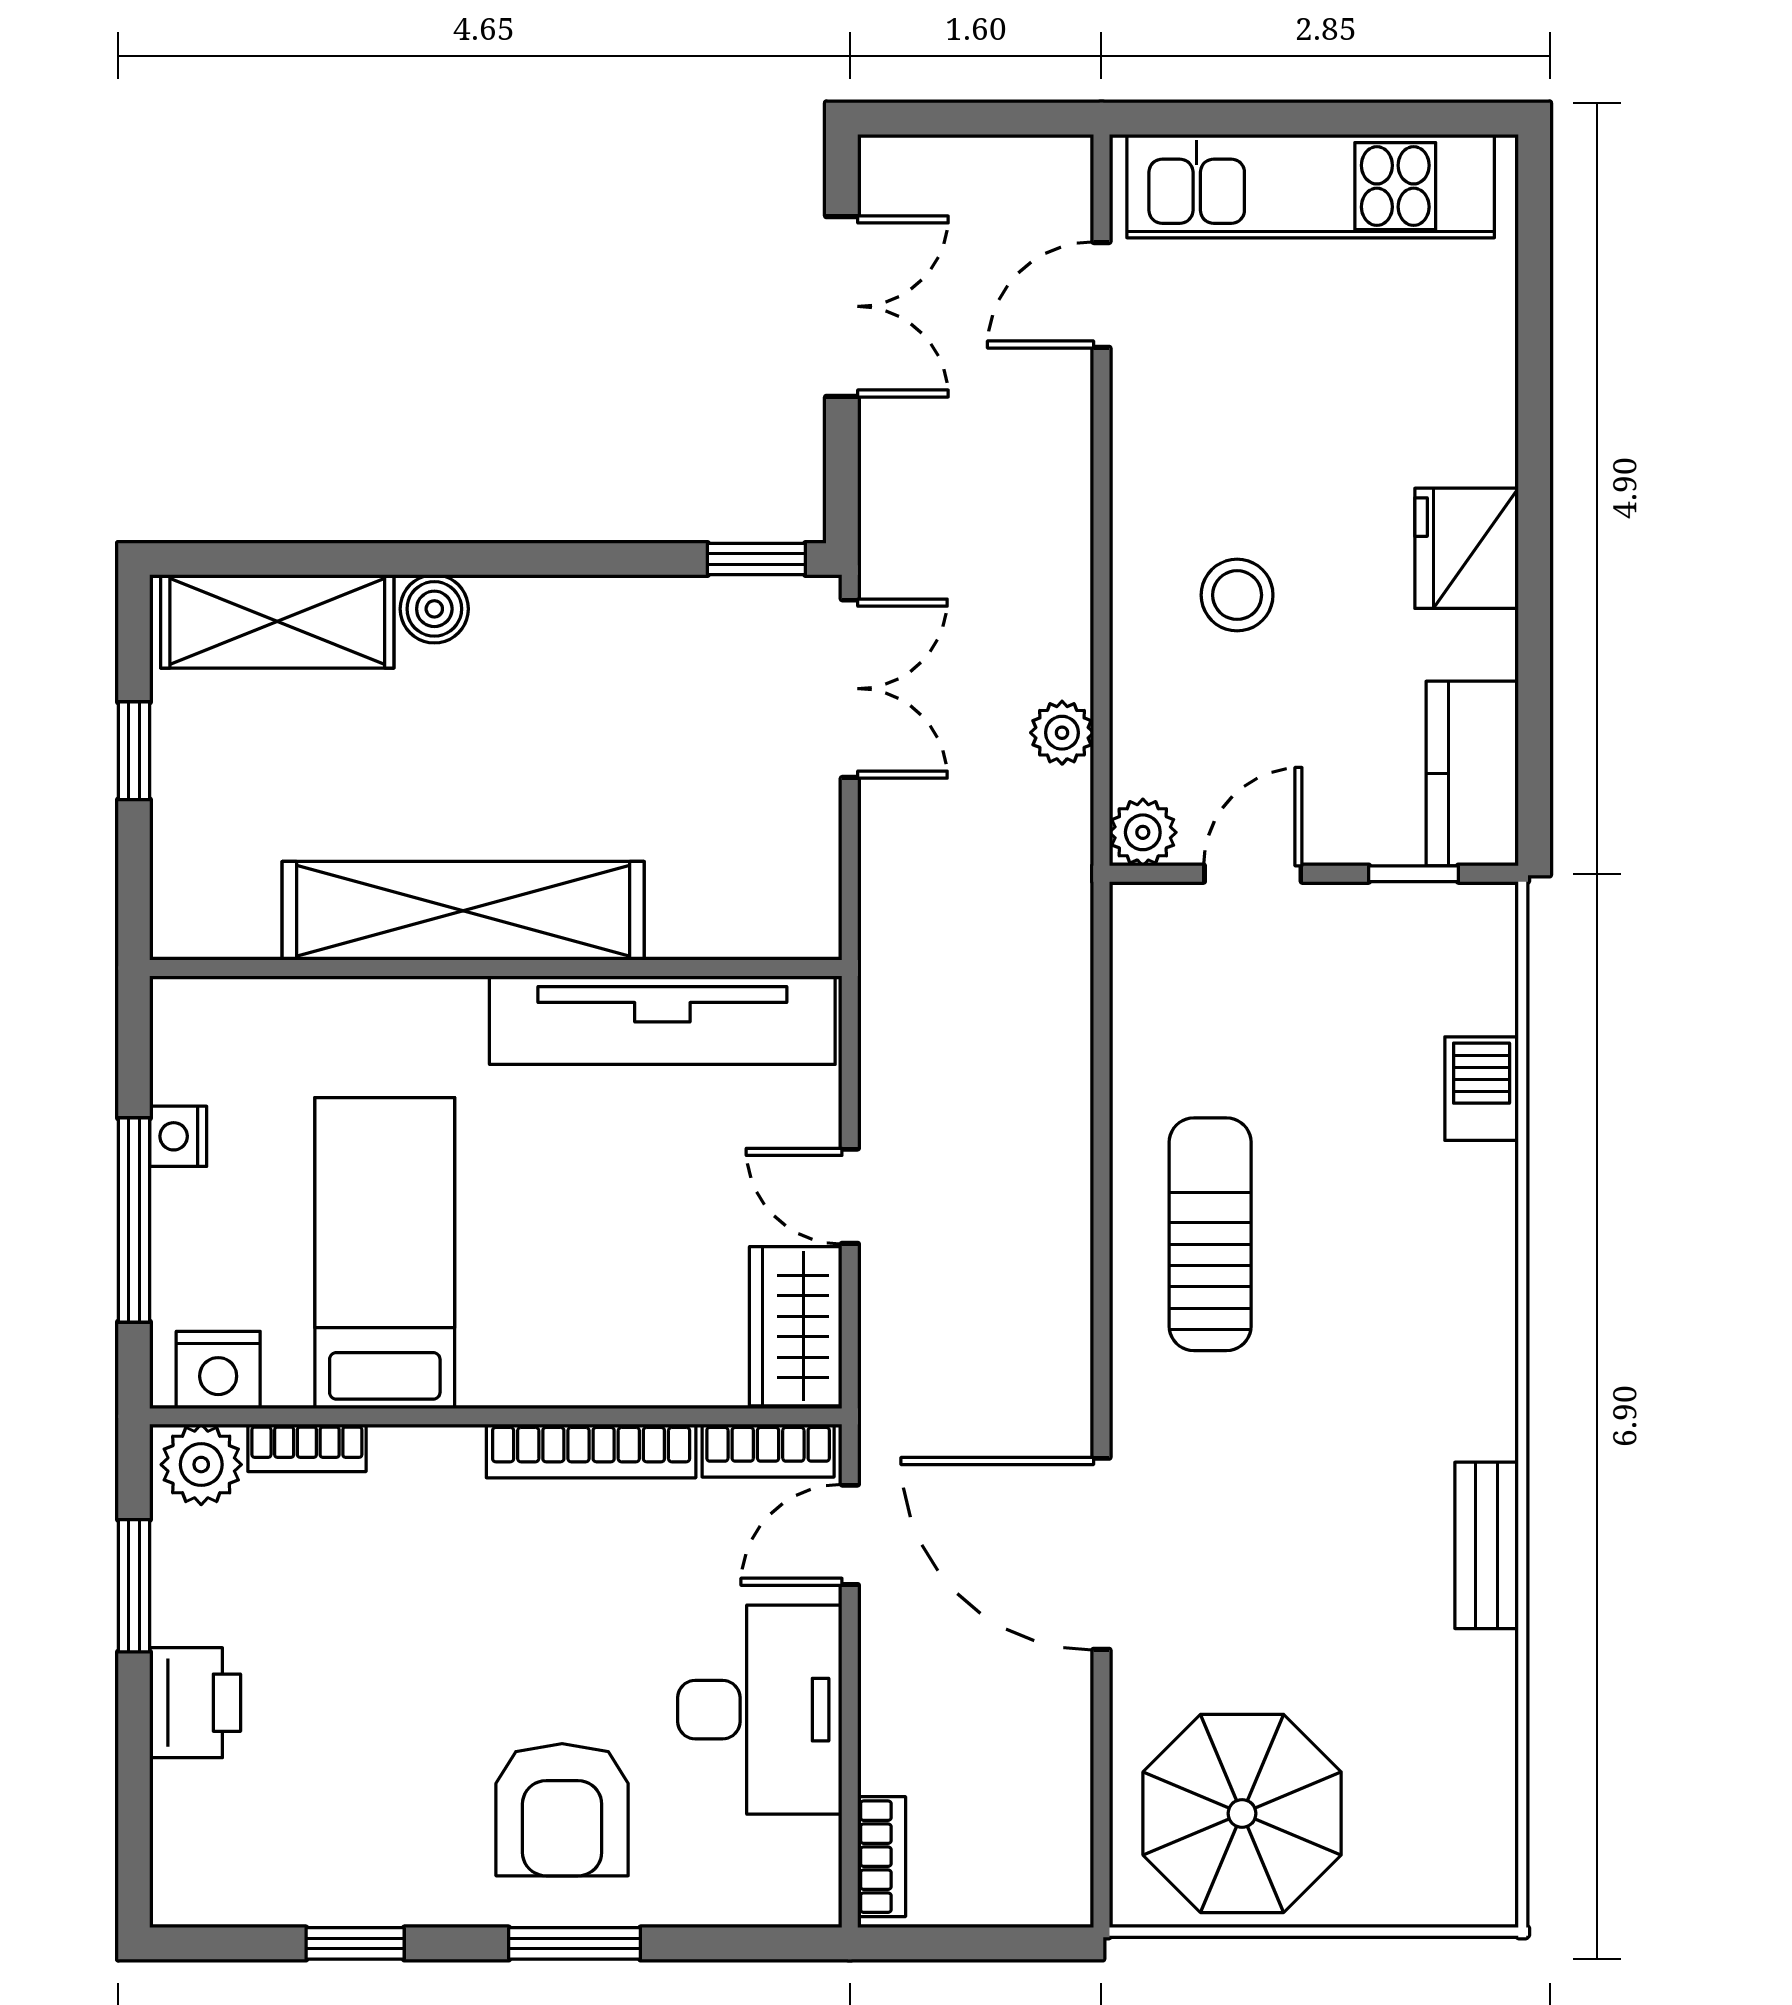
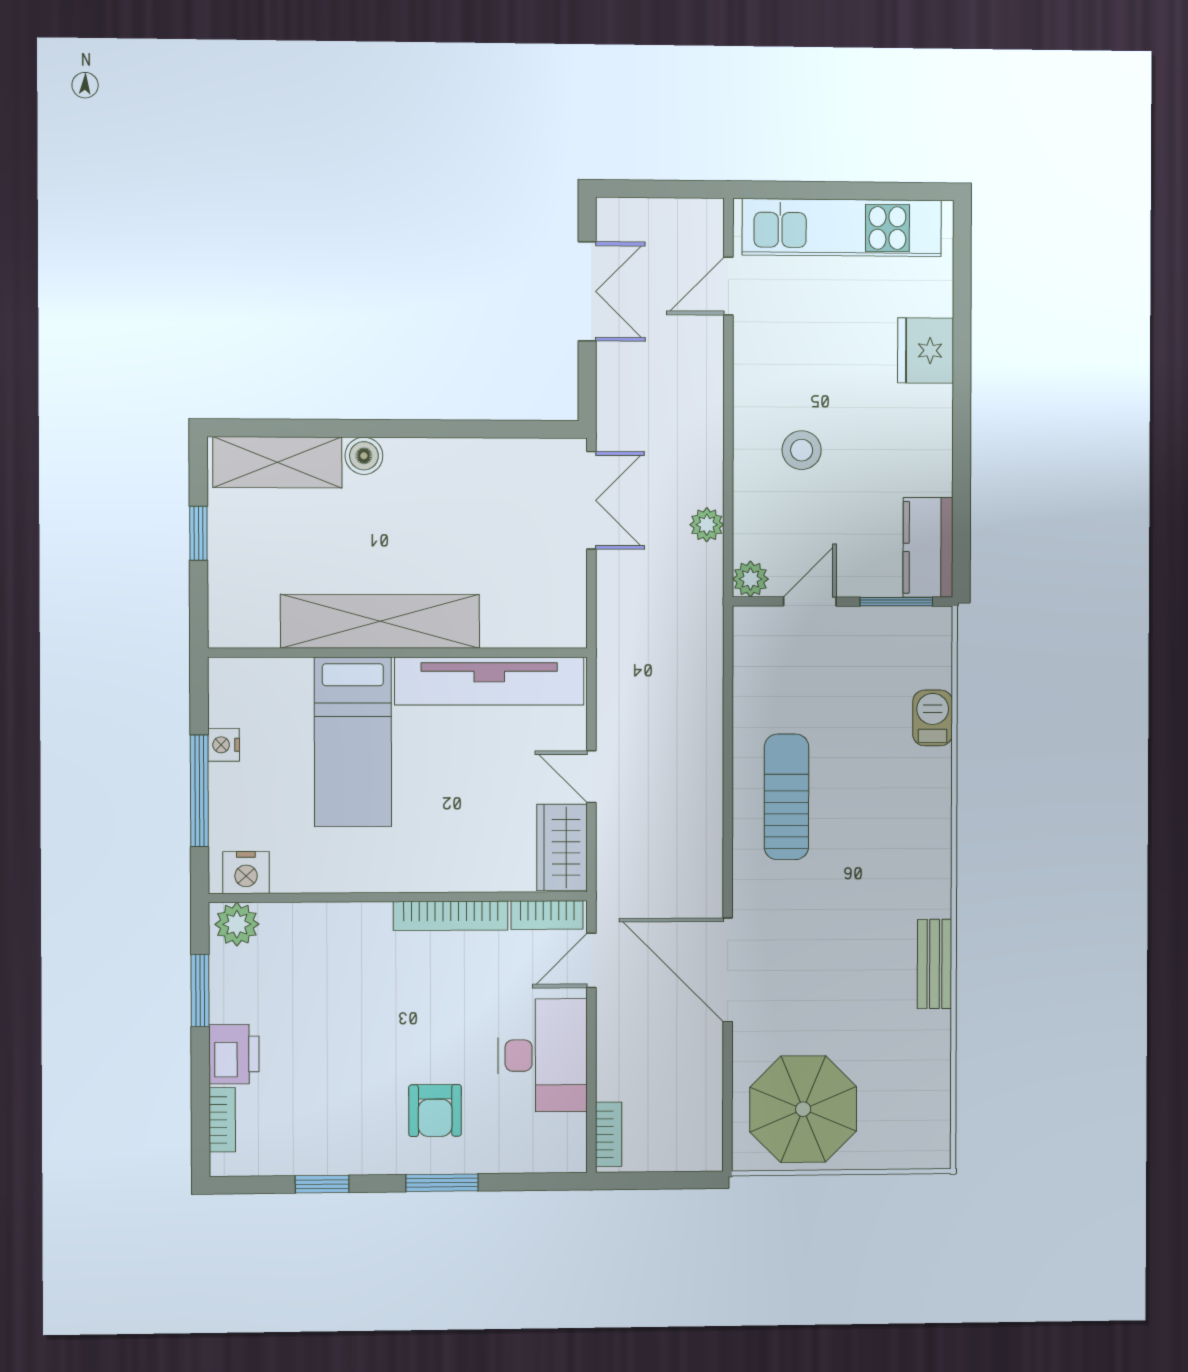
fridge: (1467, 548) -> (926, 350), moved
window: (756, 559) -> (540, 429), removed
window: (1413, 874) -> (896, 602), width x1.50
bed: (385, 1253) -> (353, 742), moved, turned 180
bookcase: (307, 1448) -> (222, 1120), moved, turned -90
armchair: (562, 1810) -> (435, 1111), width x0.72, depth x0.72

